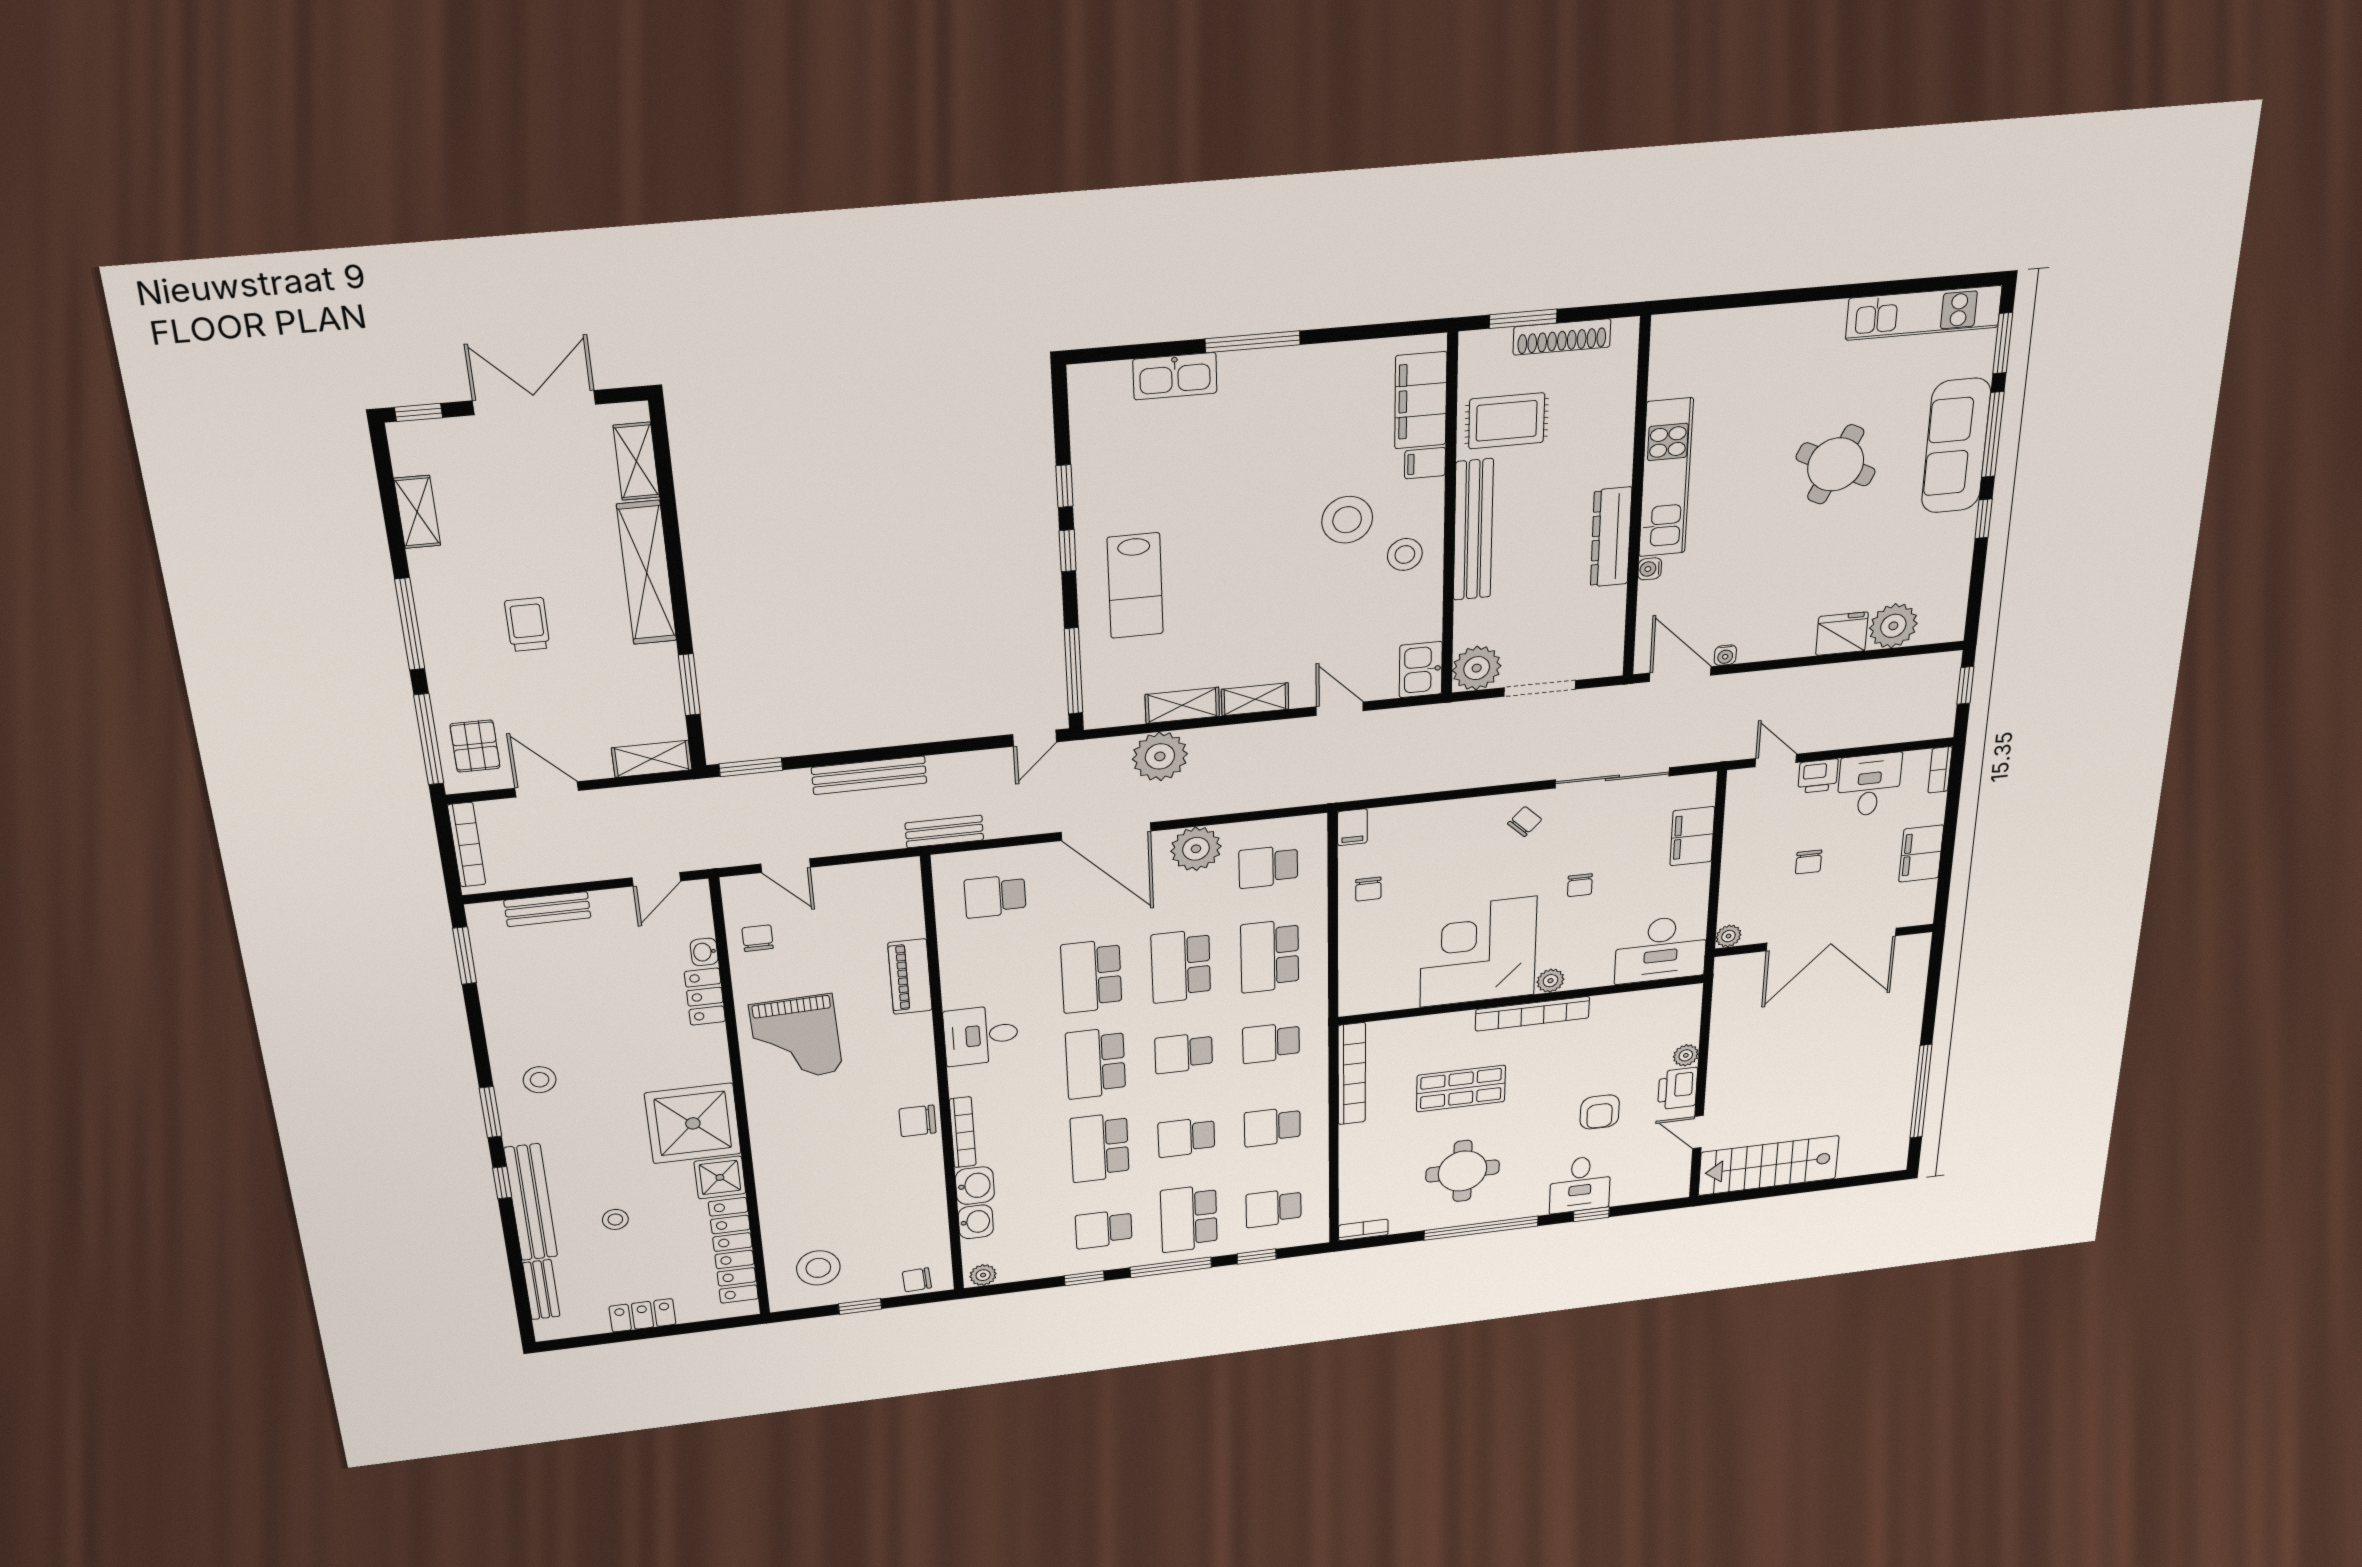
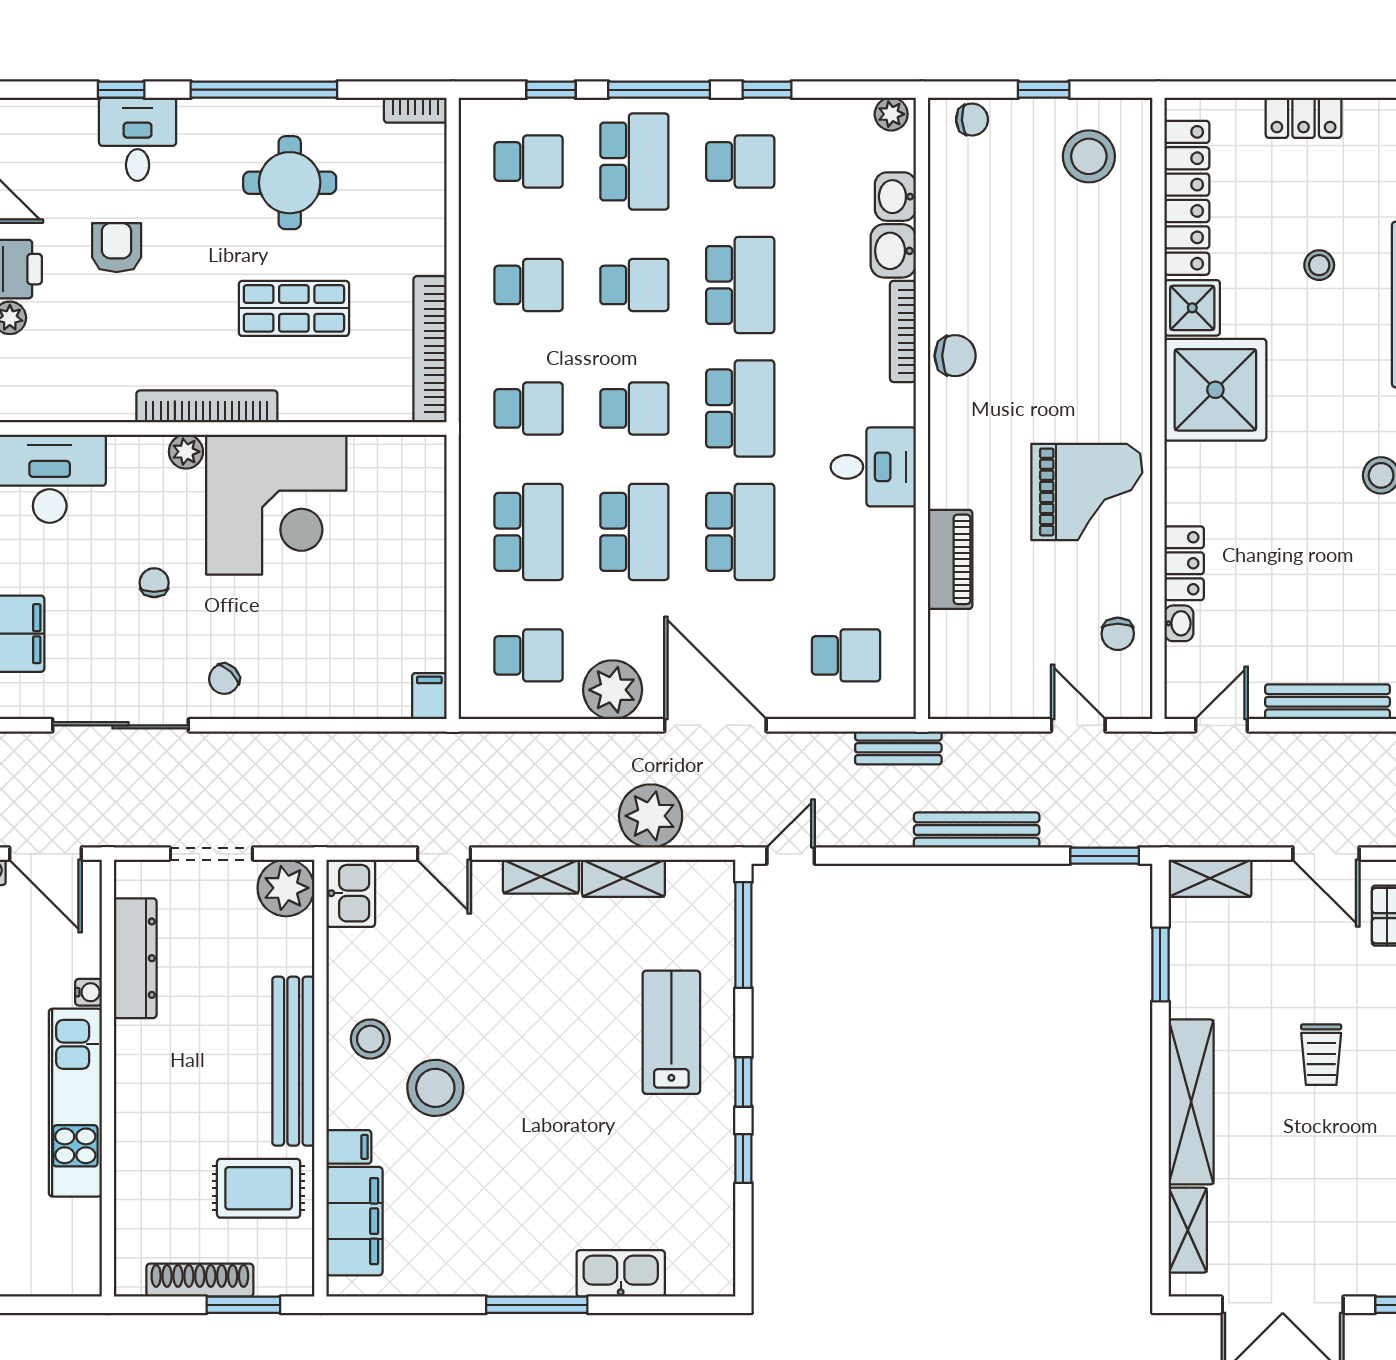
dresser: (1611, 537) -> (135, 958), moved
chair: (1368, 889) -> (410, 610), removed
bench: (547, 909) -> (1328, 702), width x1.36
grand piano: (796, 1038) -> (1087, 492), turned 92

